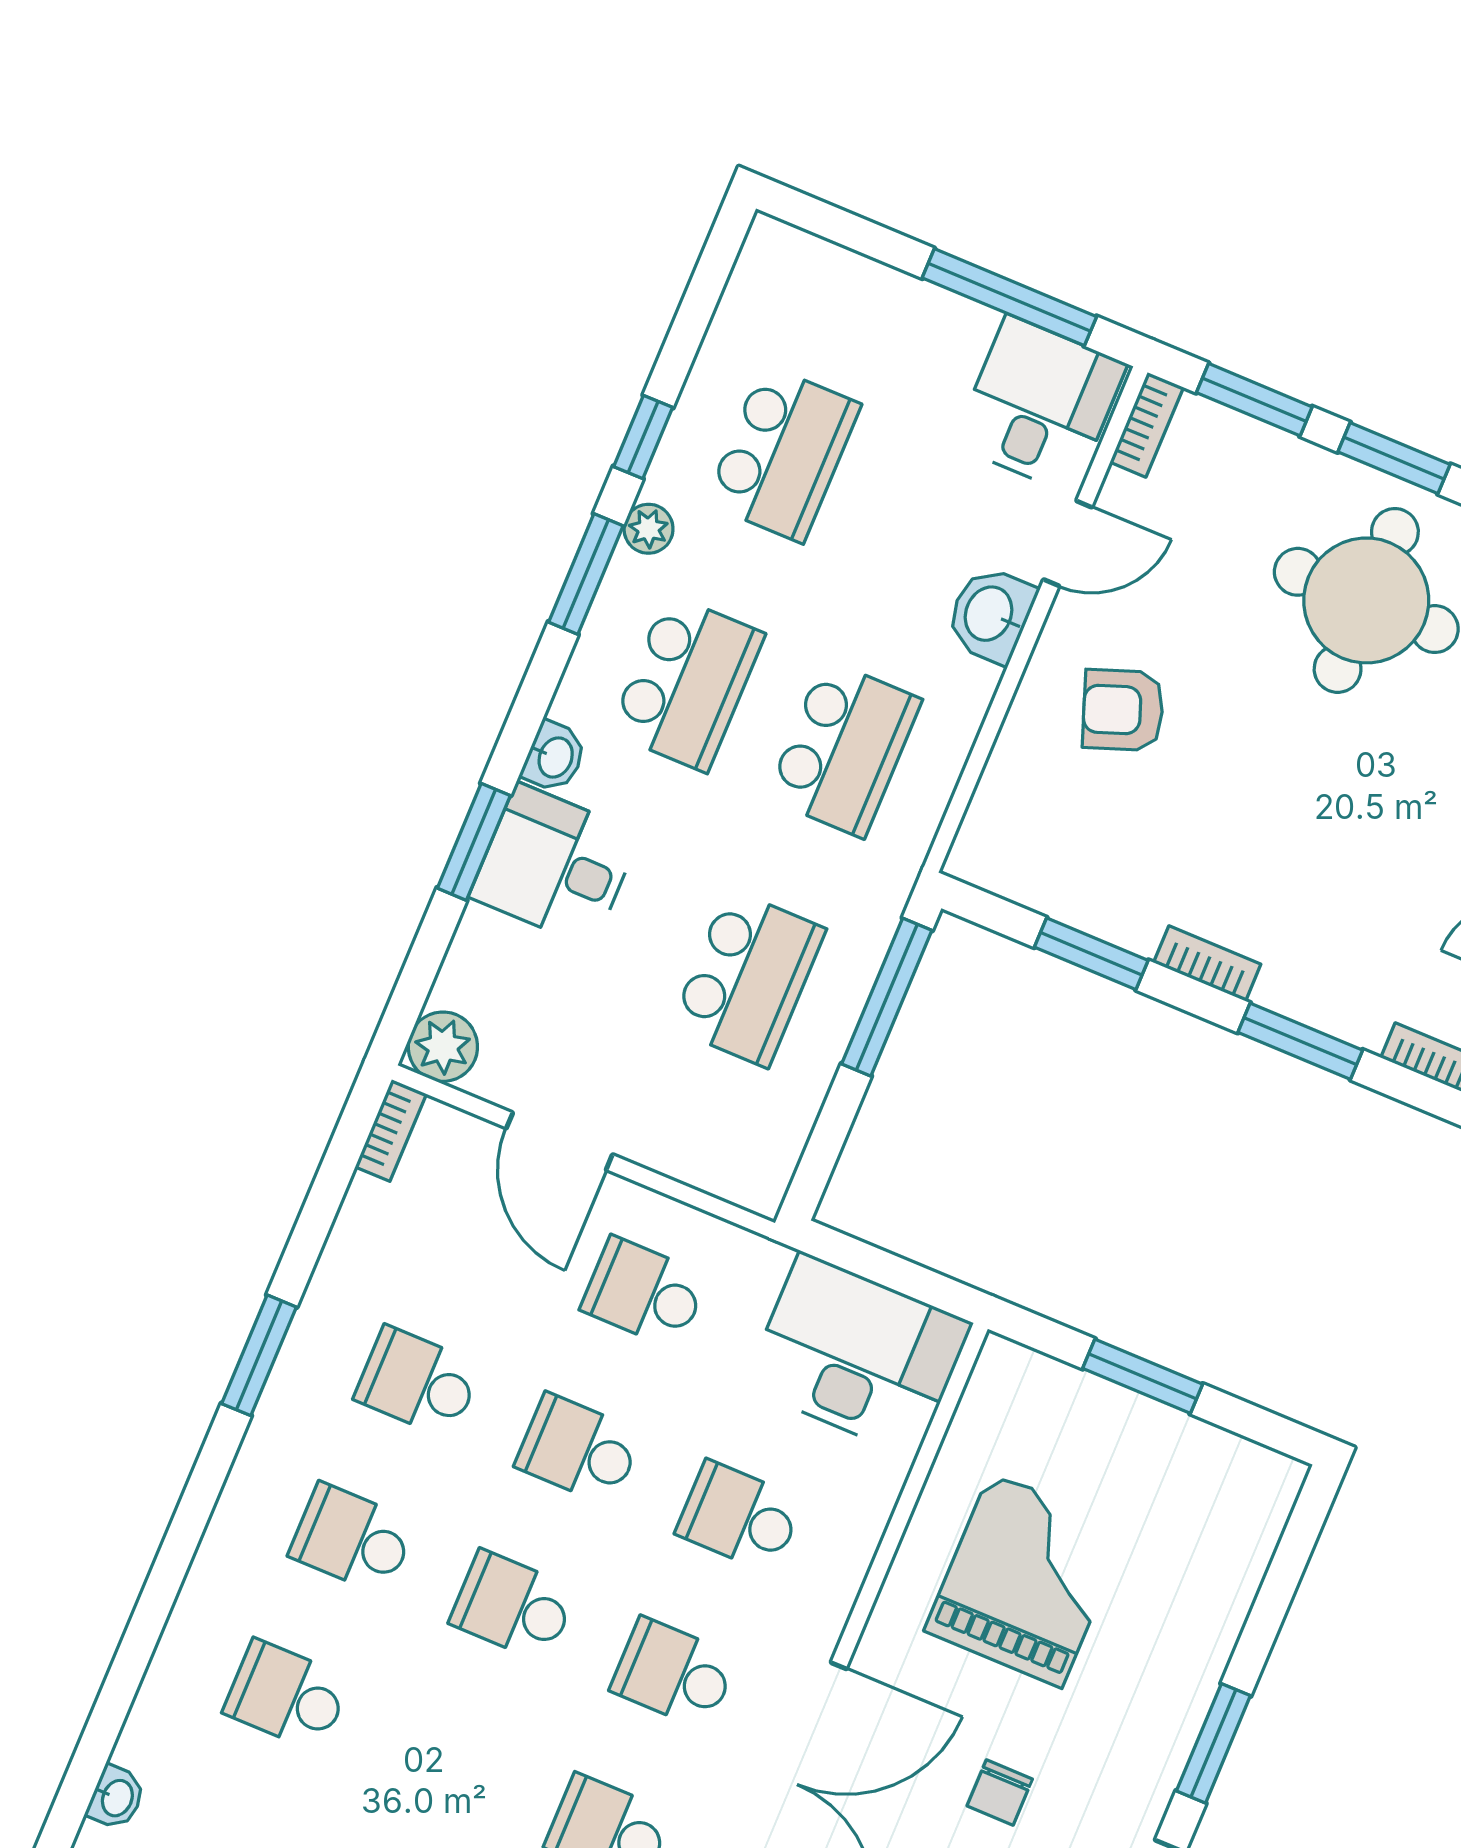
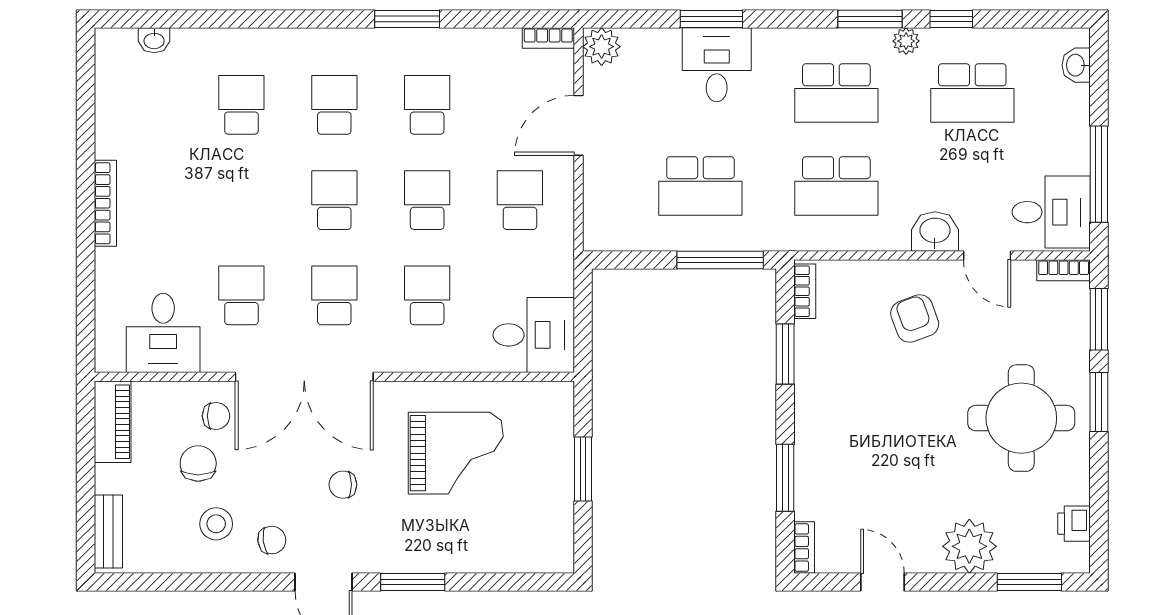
washbasin: (554, 757) -> (1076, 65), moved, turned 90
bookcase: (1207, 963) -> (805, 291), moved
desk: (858, 1355) -> (534, 335), width x0.73

